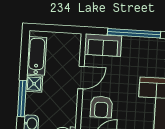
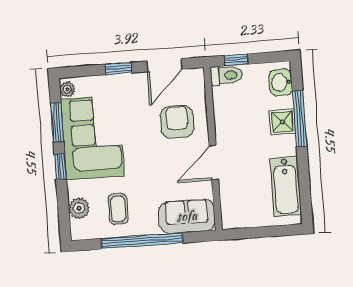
coffee table: (147, 56) -> (118, 209), added
shower: (34, 84) -> (282, 122), moved

